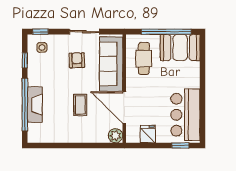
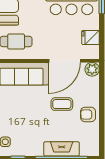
armchair: (77, 60) -> (88, 114), moved

